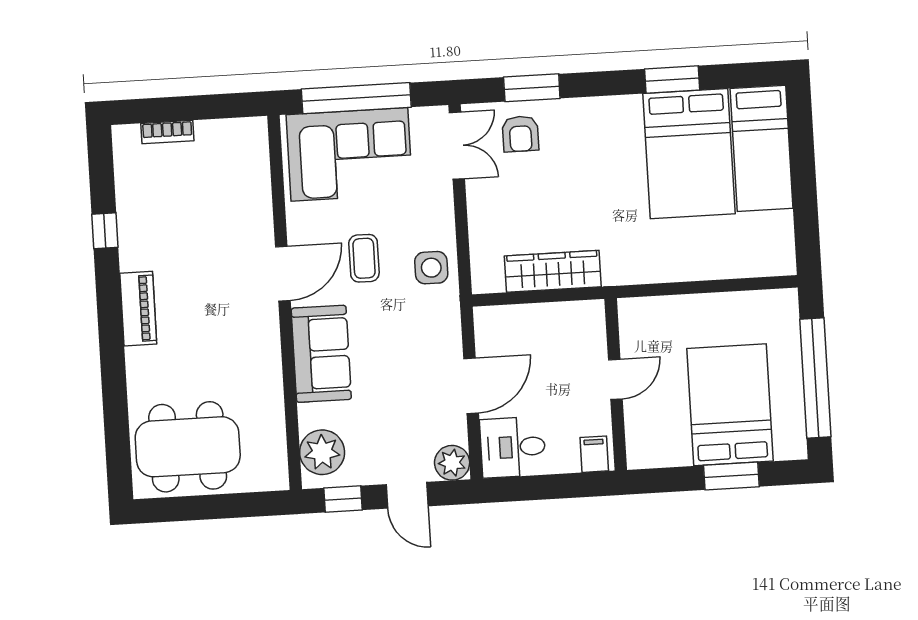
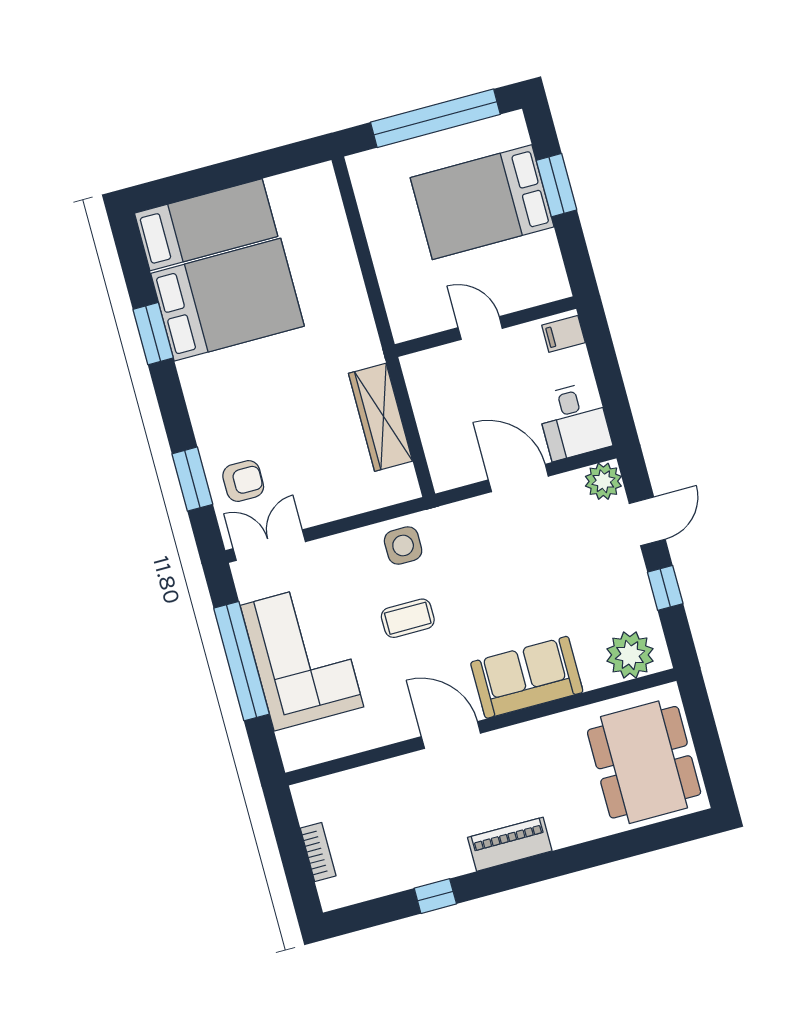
door: (283, 274) -> (451, 735), moved
wall: (285, 303) -> (481, 727), moved
sofa: (321, 354) -> (527, 677), moved
plant: (322, 452) -> (630, 655), moved

